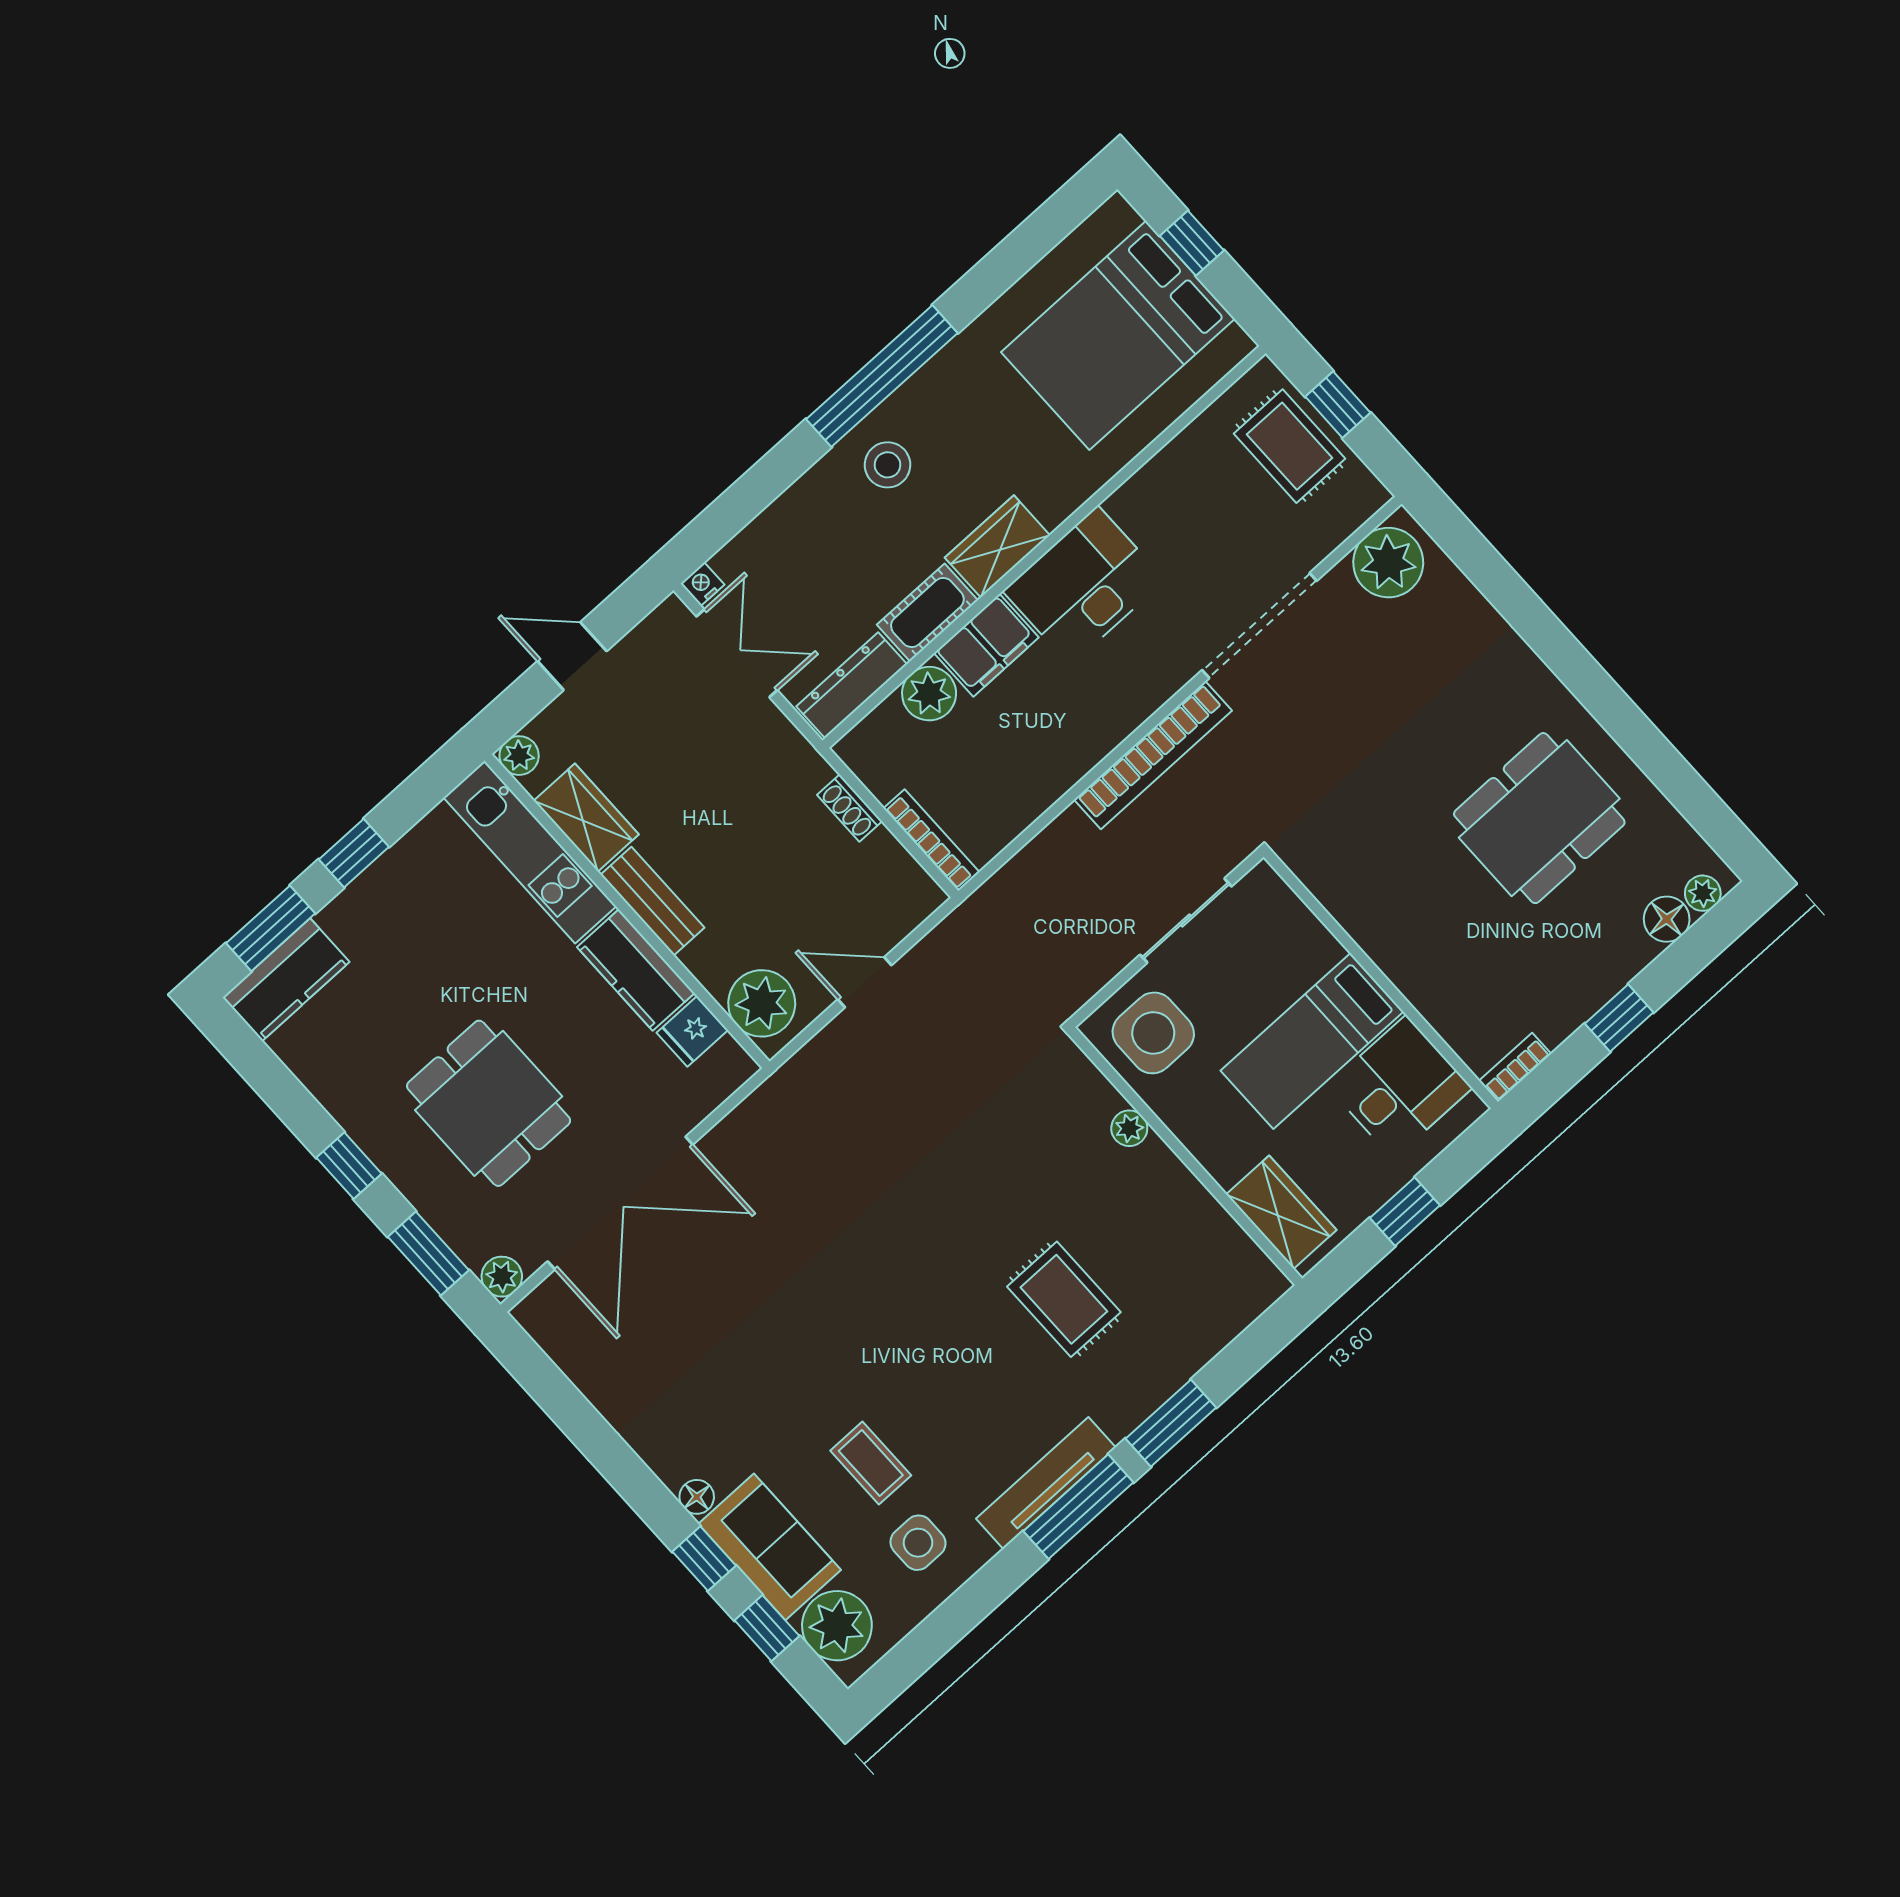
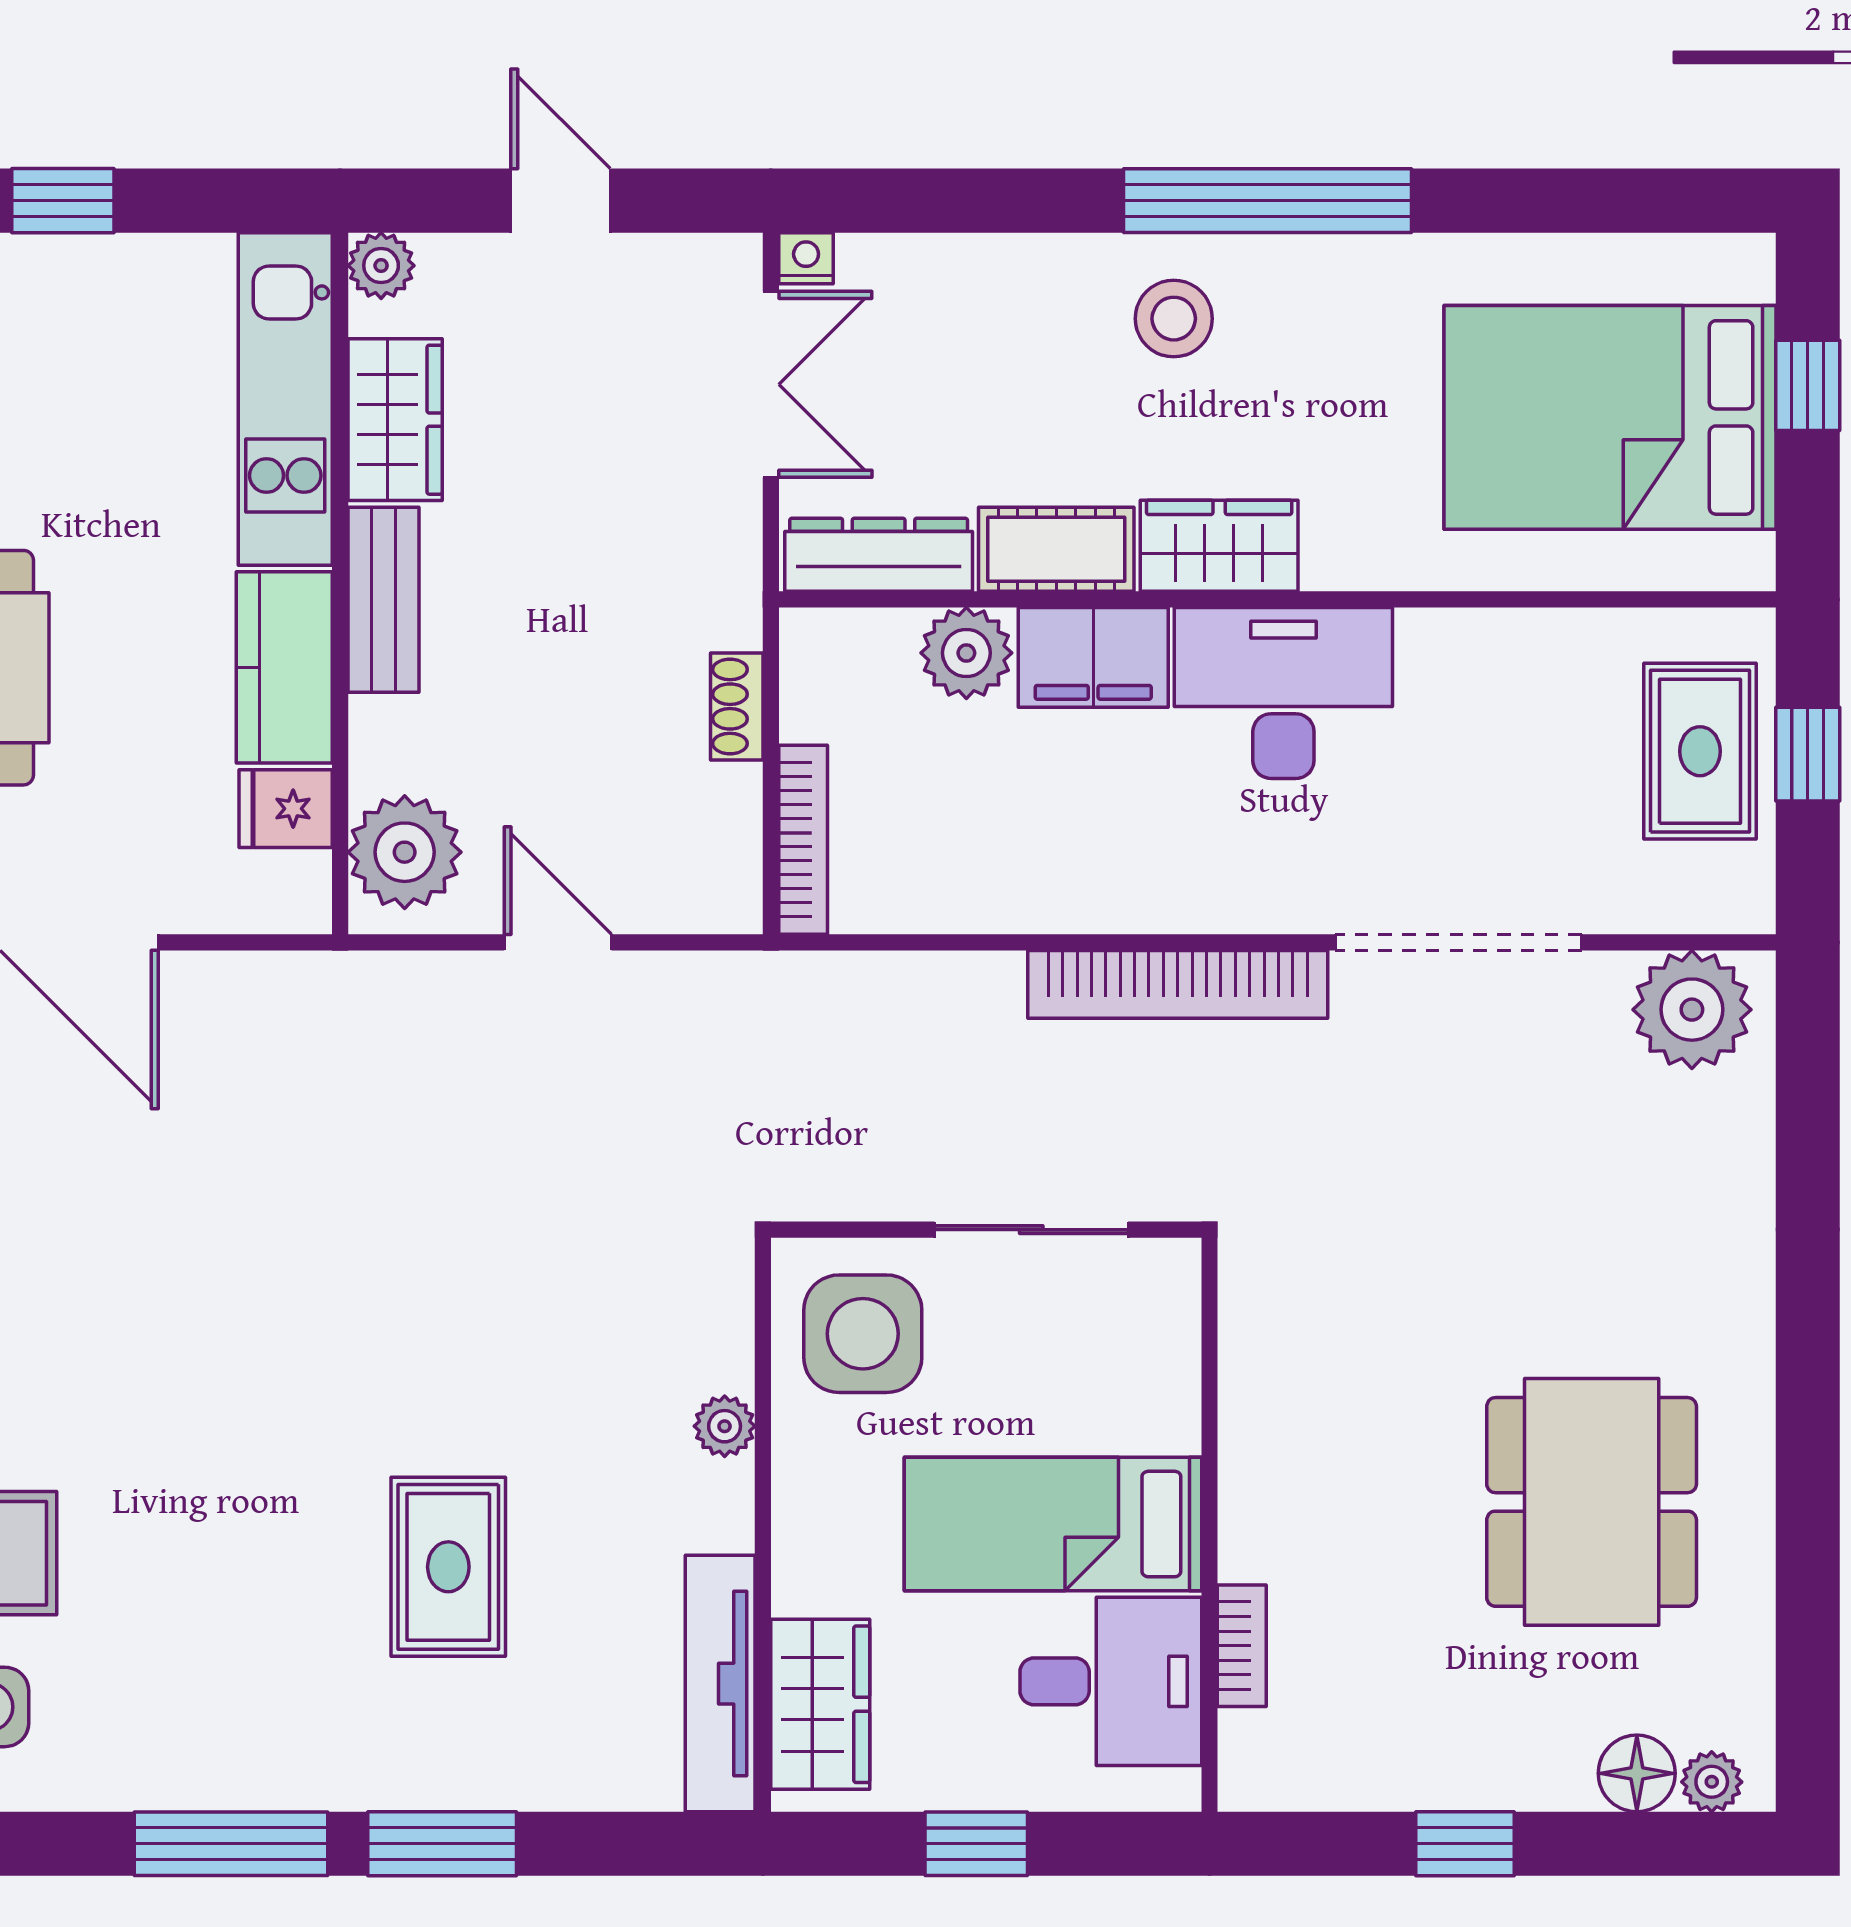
dining table: (1539, 818) -> (1592, 1502), turned 90
bookcase: (1515, 1067) -> (1242, 1646), moved, turned 90
tv unit: (1046, 1483) -> (720, 1684), moved, turned -90

